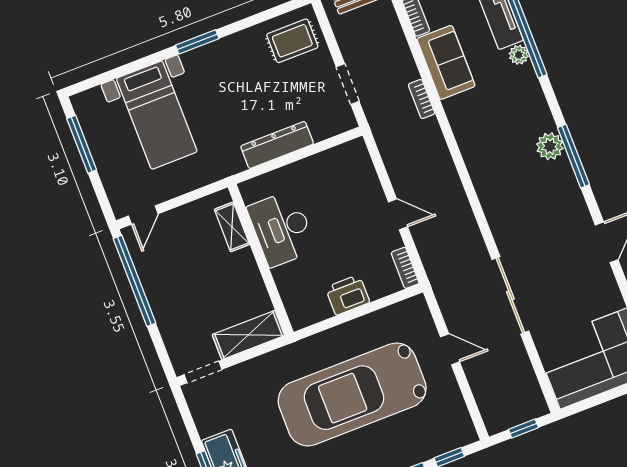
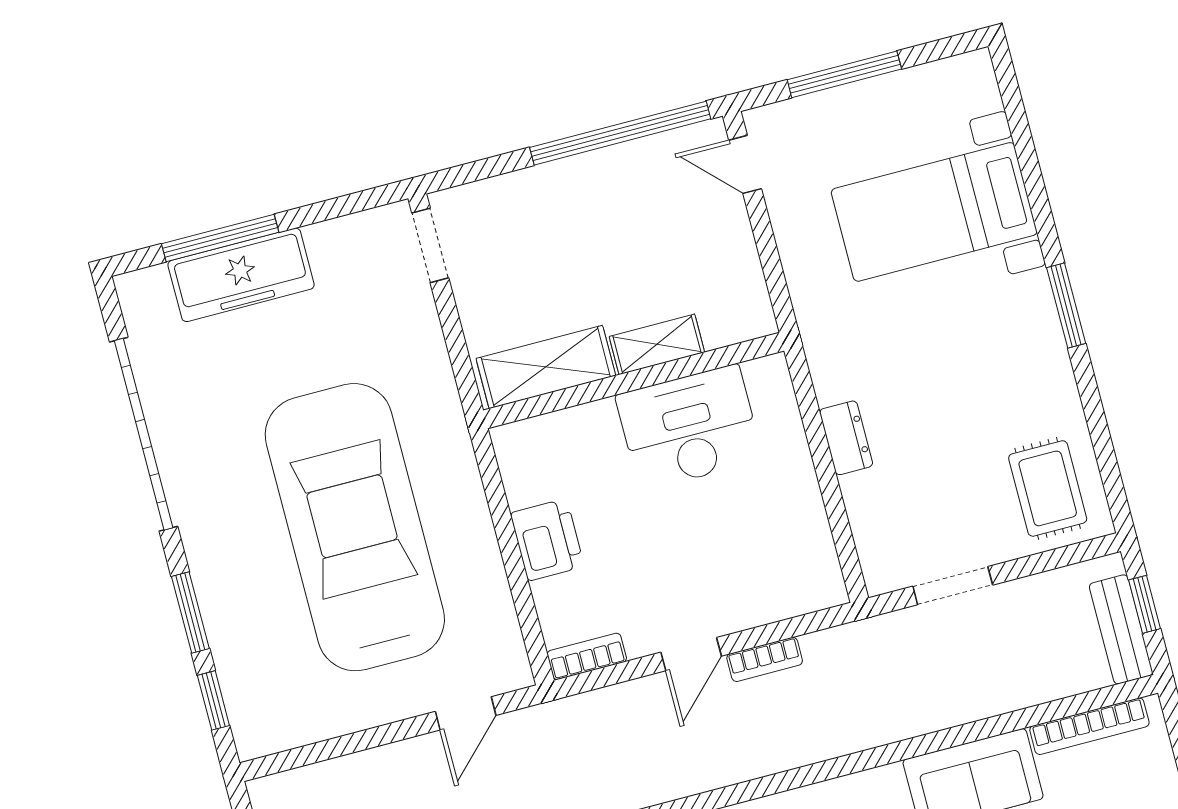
bookcase: (422, 99) -> (765, 659), moved, turned 180
window: (82, 144) -> (844, 74), moved
dresser: (277, 145) -> (846, 438), width x0.51, depth x0.80
shelving: (232, 227) -> (657, 344), moved
shelving: (248, 335) -> (546, 367), moved, turned 90
door: (450, 349) -> (466, 713), moved

